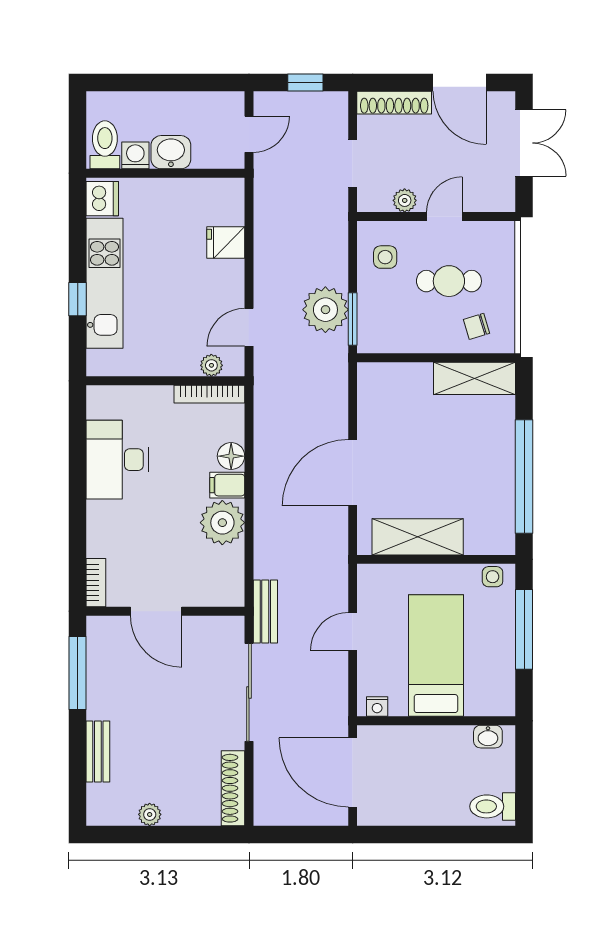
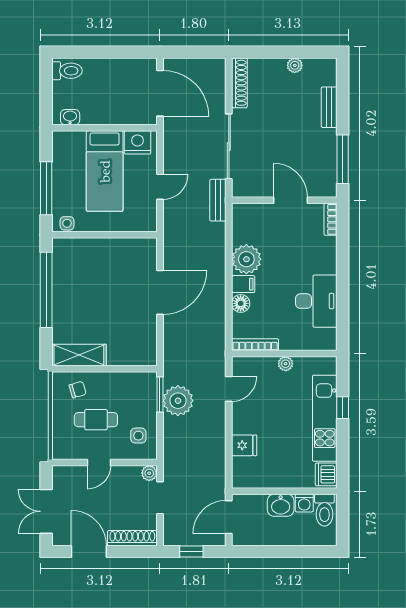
door: (249, 134) -> (229, 517), width x1.38
plant: (405, 200) -> (149, 473), moved
plant: (211, 365) -> (286, 364), moved
shelving: (418, 537) -> (117, 250), removed
nightstand: (377, 706) -> (137, 142), width x1.89, depth x1.79

